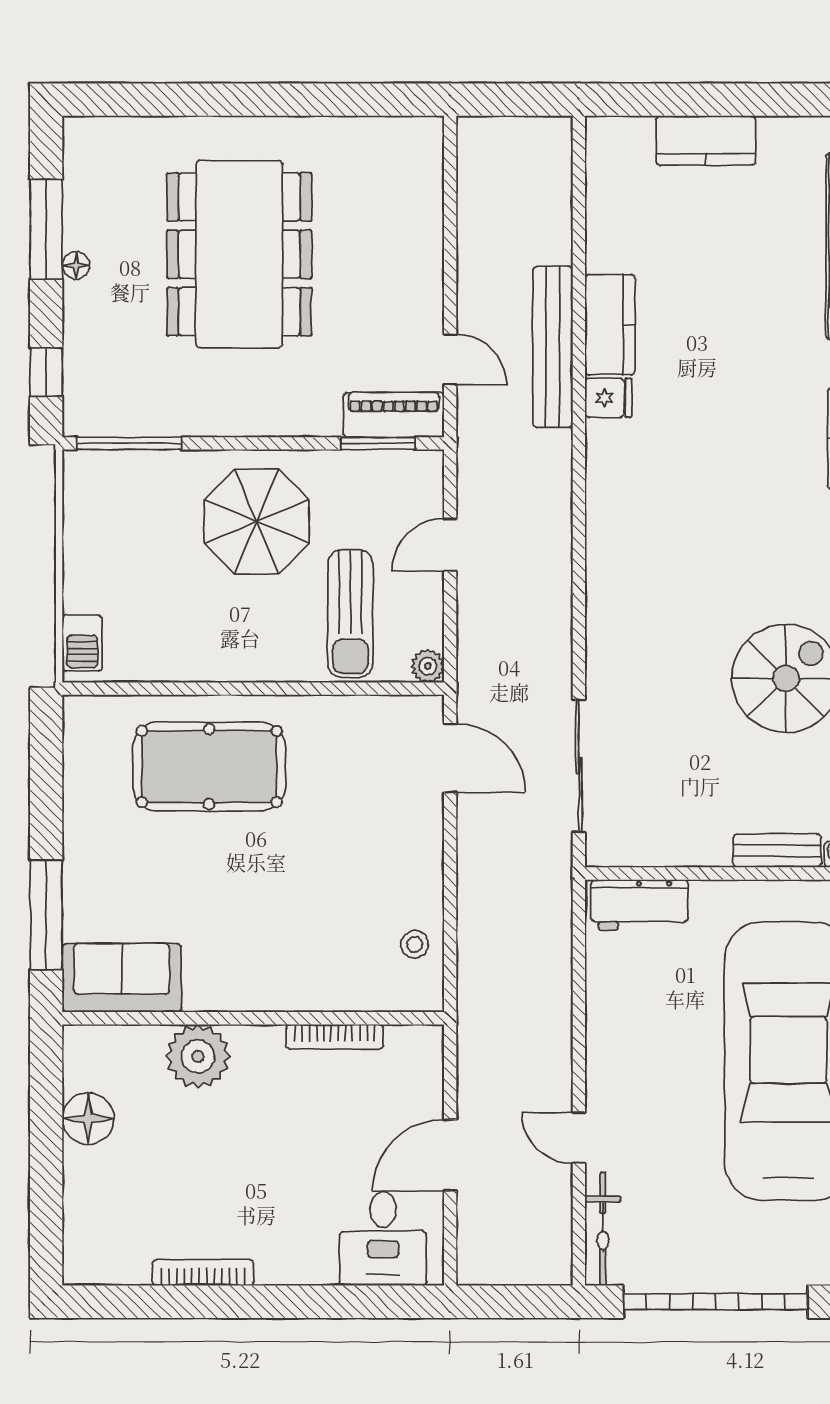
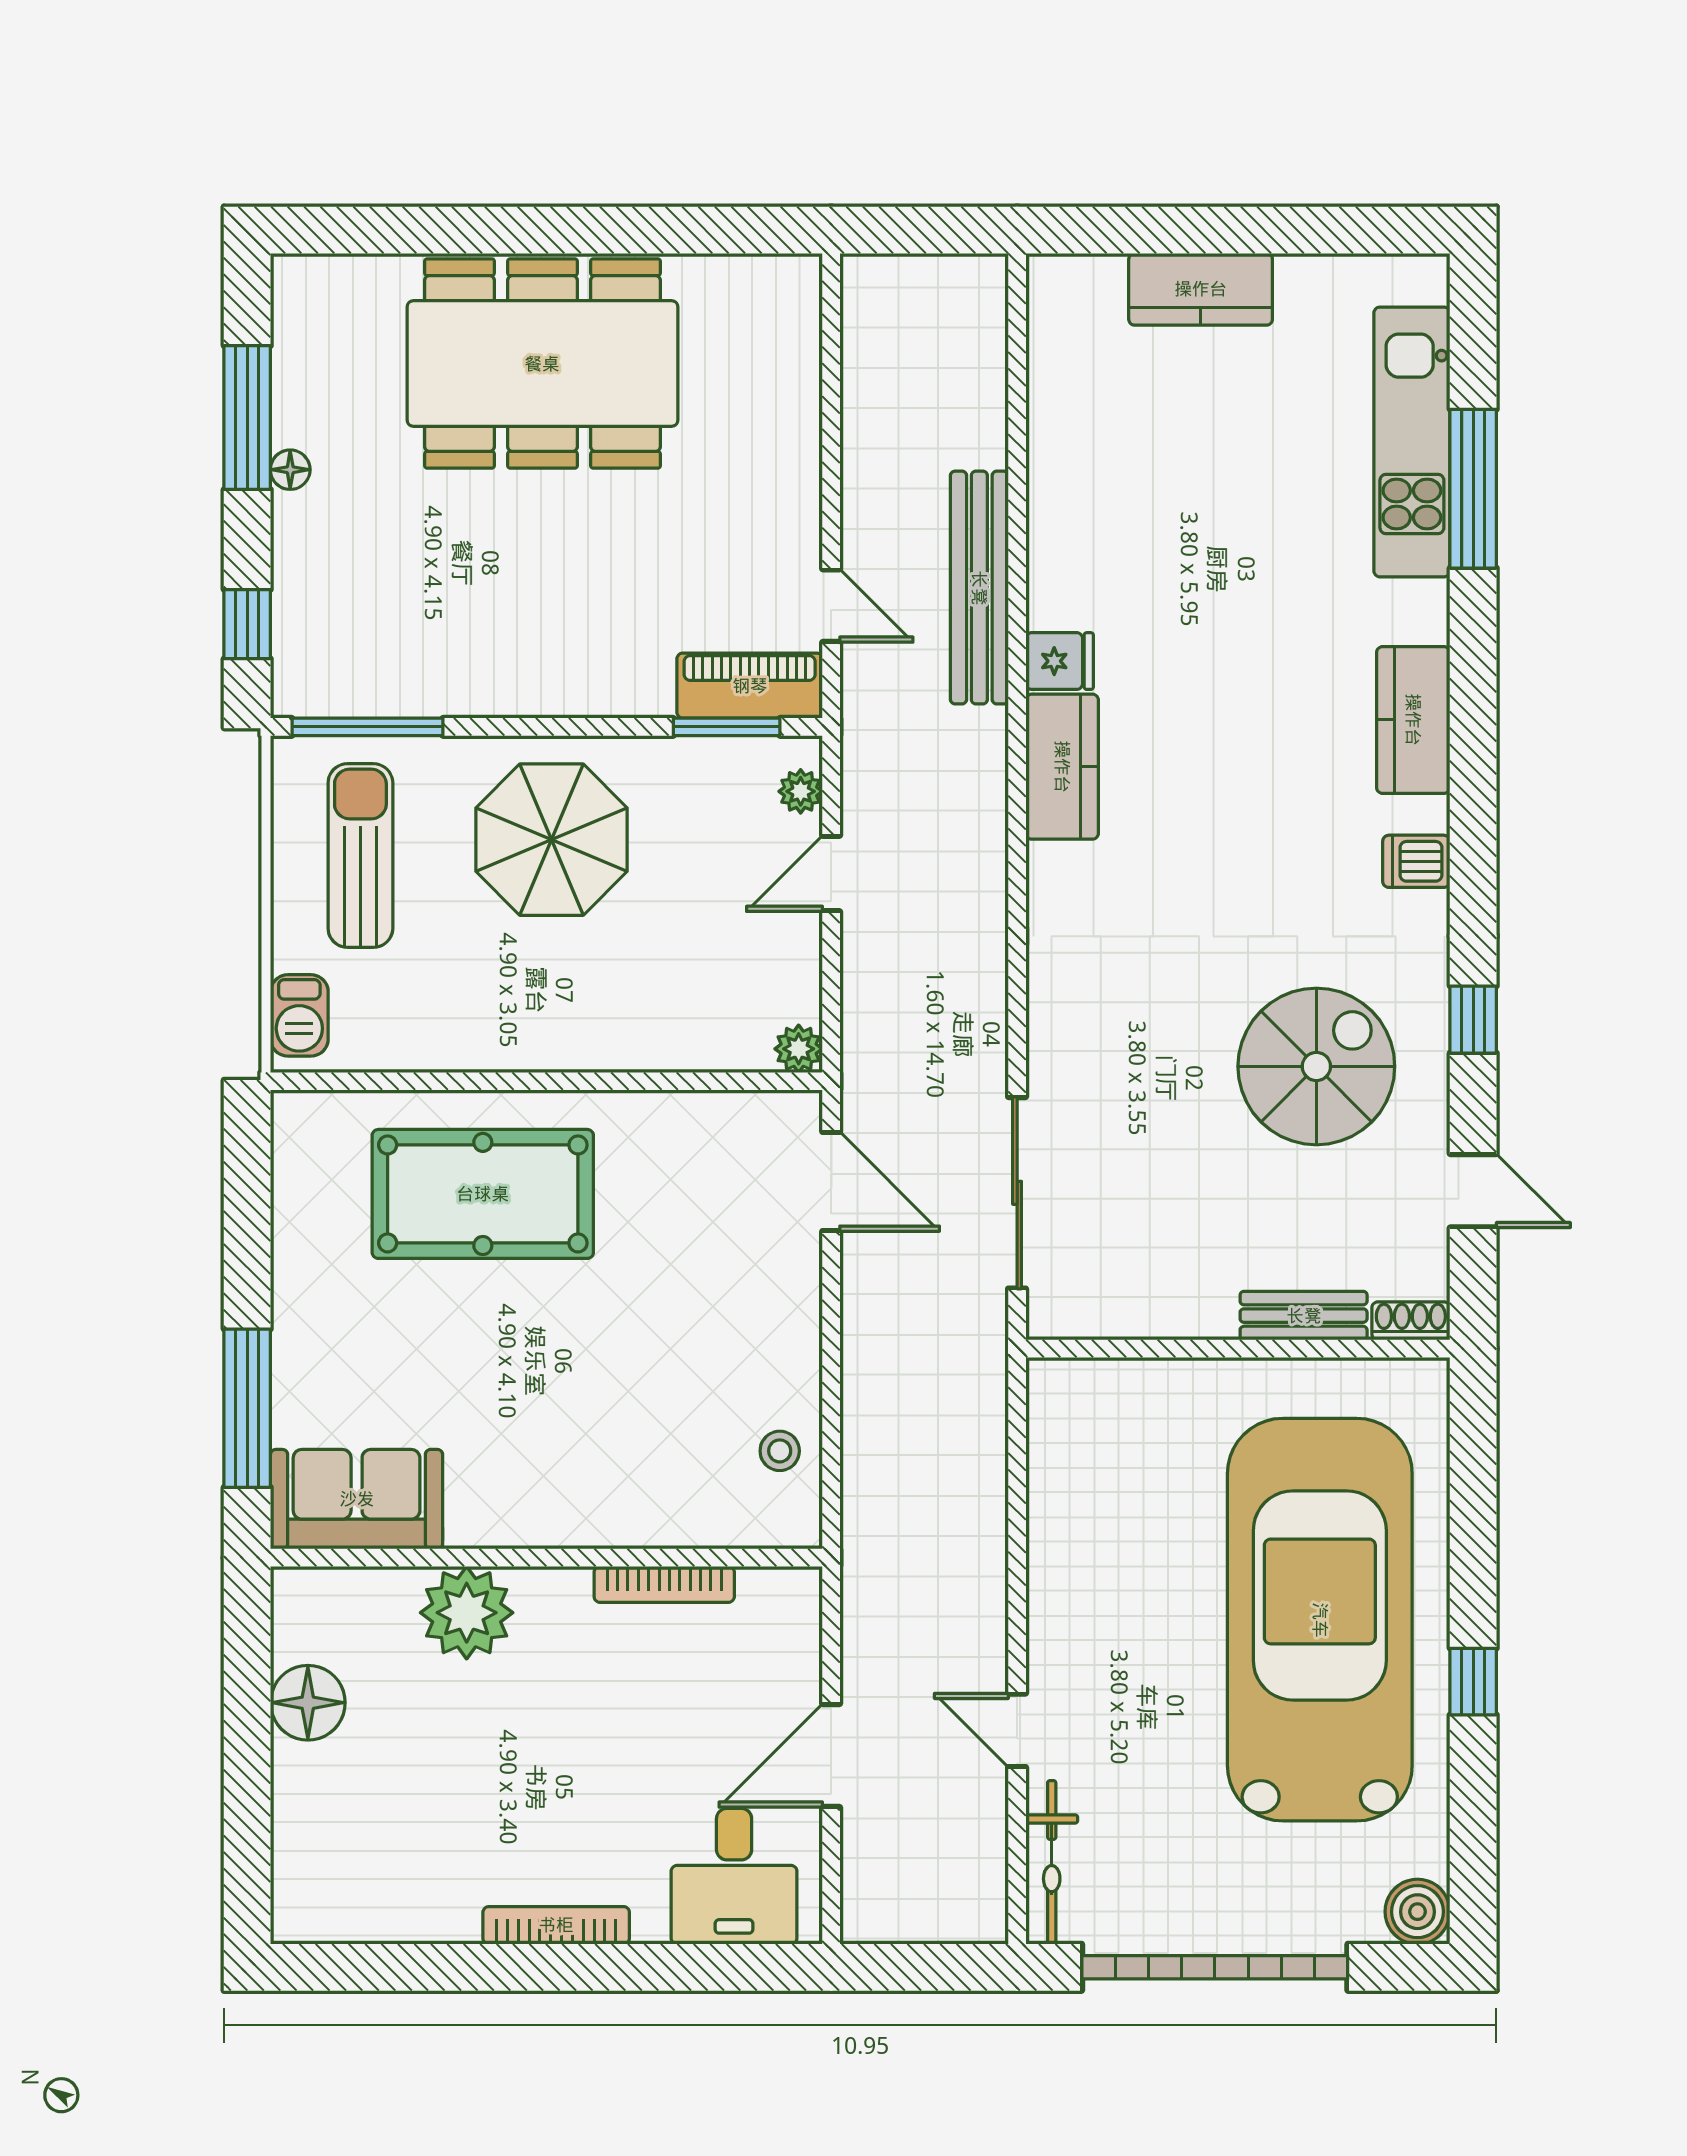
dining table: (239, 254) -> (542, 364), moved, turned 90
kitchen counter: (610, 325) -> (1062, 767), moved
plant: (429, 488) -> (801, 791), added
sun lounger: (350, 614) -> (360, 856), moved, turned 180
workbench: (639, 905) -> (1105, 1394), removed
bookcase: (203, 1273) -> (556, 1925), moved

